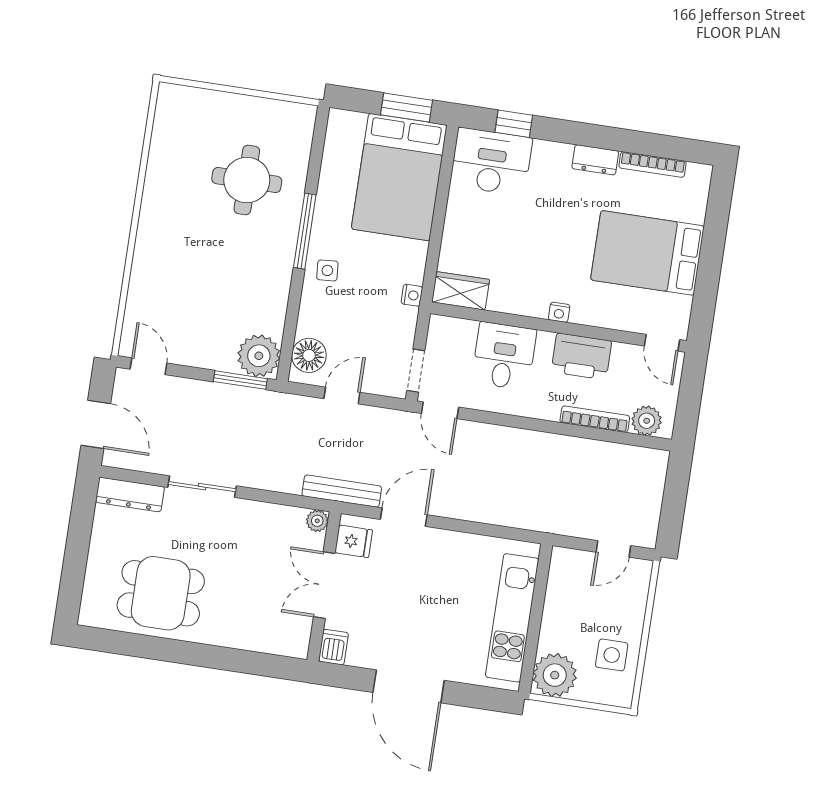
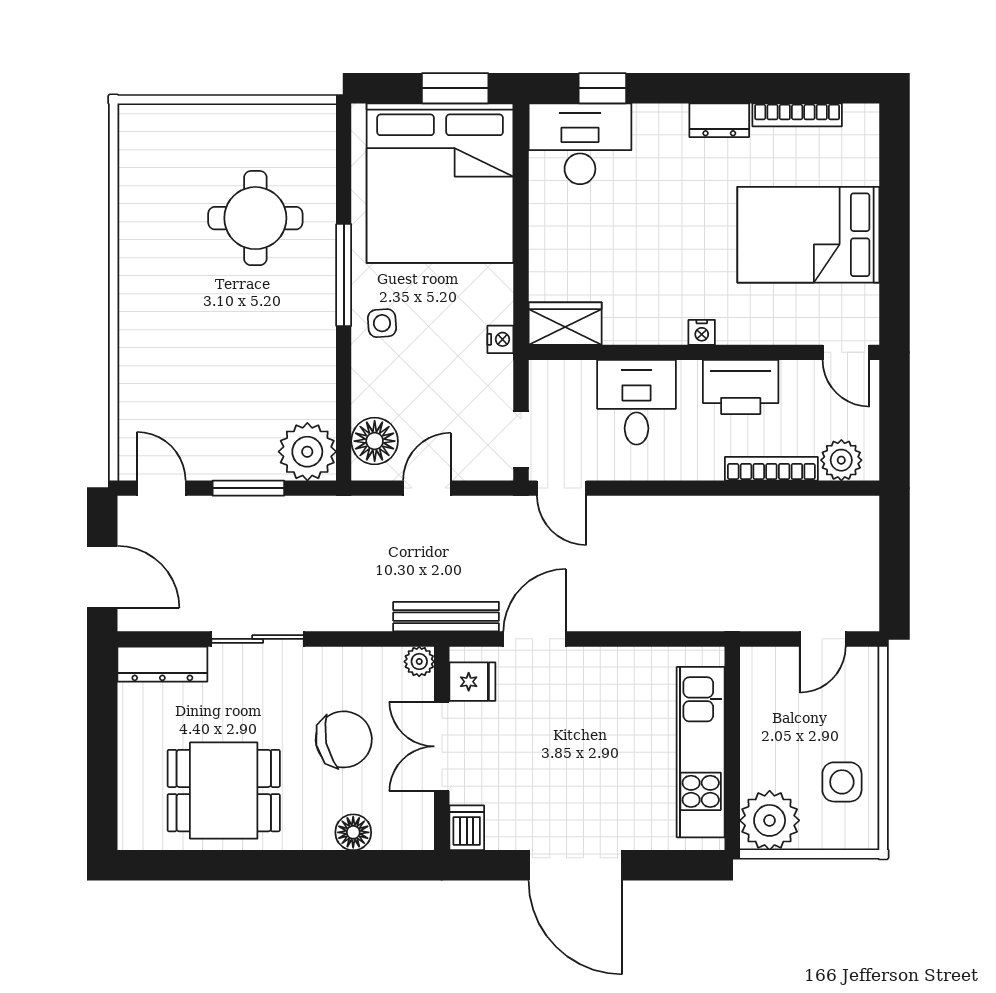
bed: (399, 177) -> (440, 183), width x1.36
window: (240, 380) -> (248, 488), moved
chair: (254, 569) -> (344, 739), added
floor lamp: (250, 638) -> (353, 832), added

